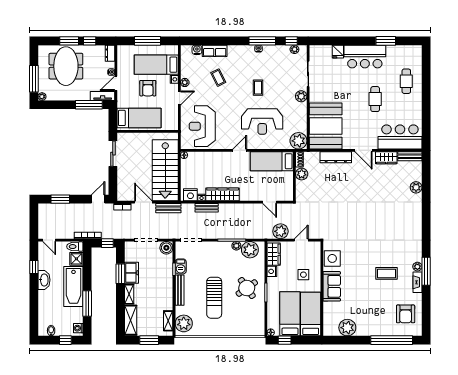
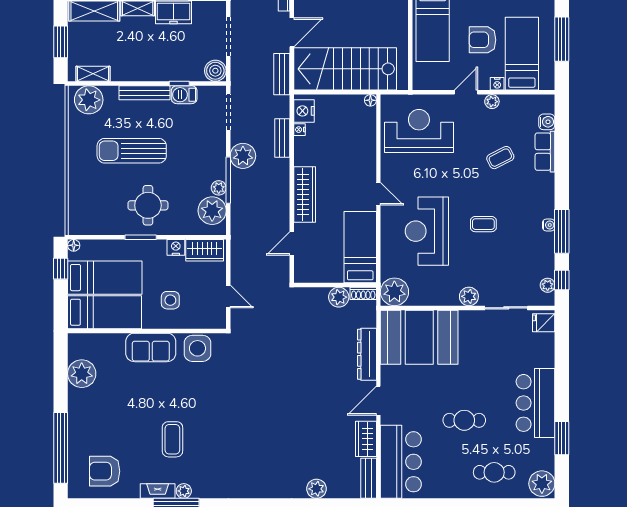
fridge: (338, 52) -> (544, 323), moved
plant: (413, 53) -> (542, 484), added
door: (179, 98) -> (466, 92), swing flipped
wardrobe: (223, 194) -> (305, 195), moved
plant: (280, 231) -> (243, 156), moved
round table: (247, 288) -> (148, 205), turned 35

